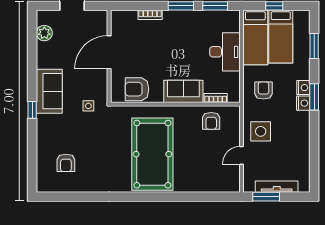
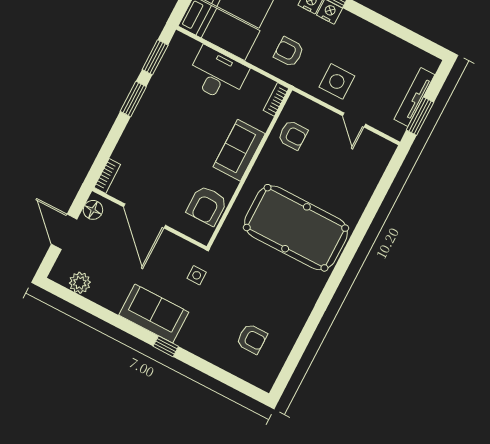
bookcase: (150, 15) -> (107, 176), moved
floor lamp: (96, 17) -> (93, 210), added
bookcase: (216, 98) -> (276, 99), moved

